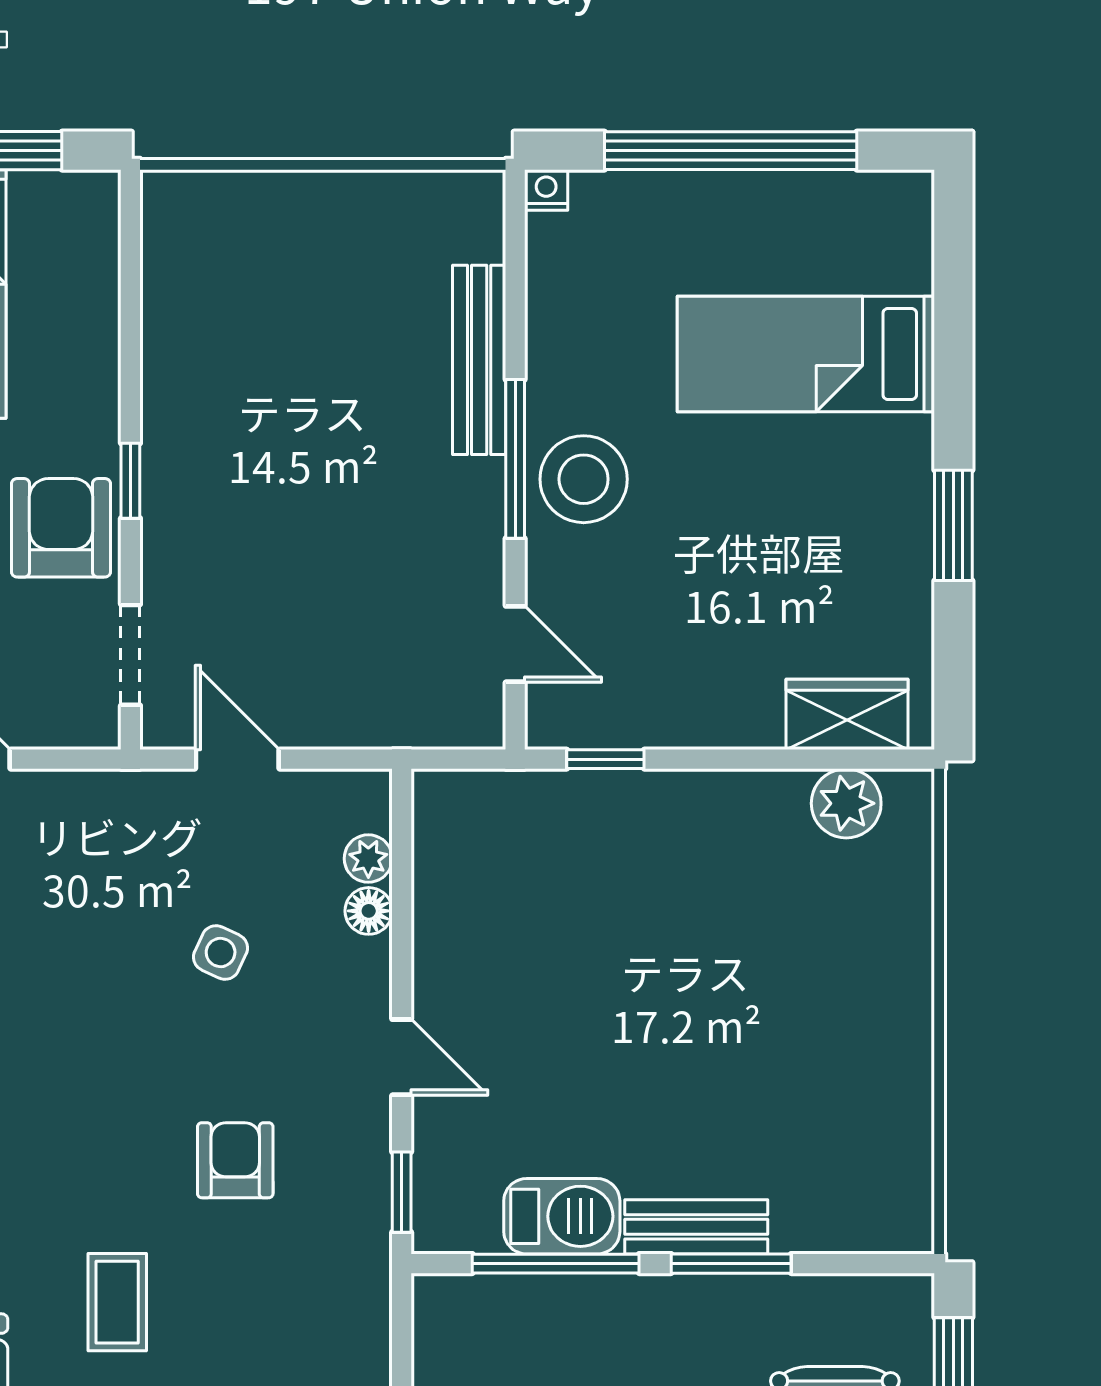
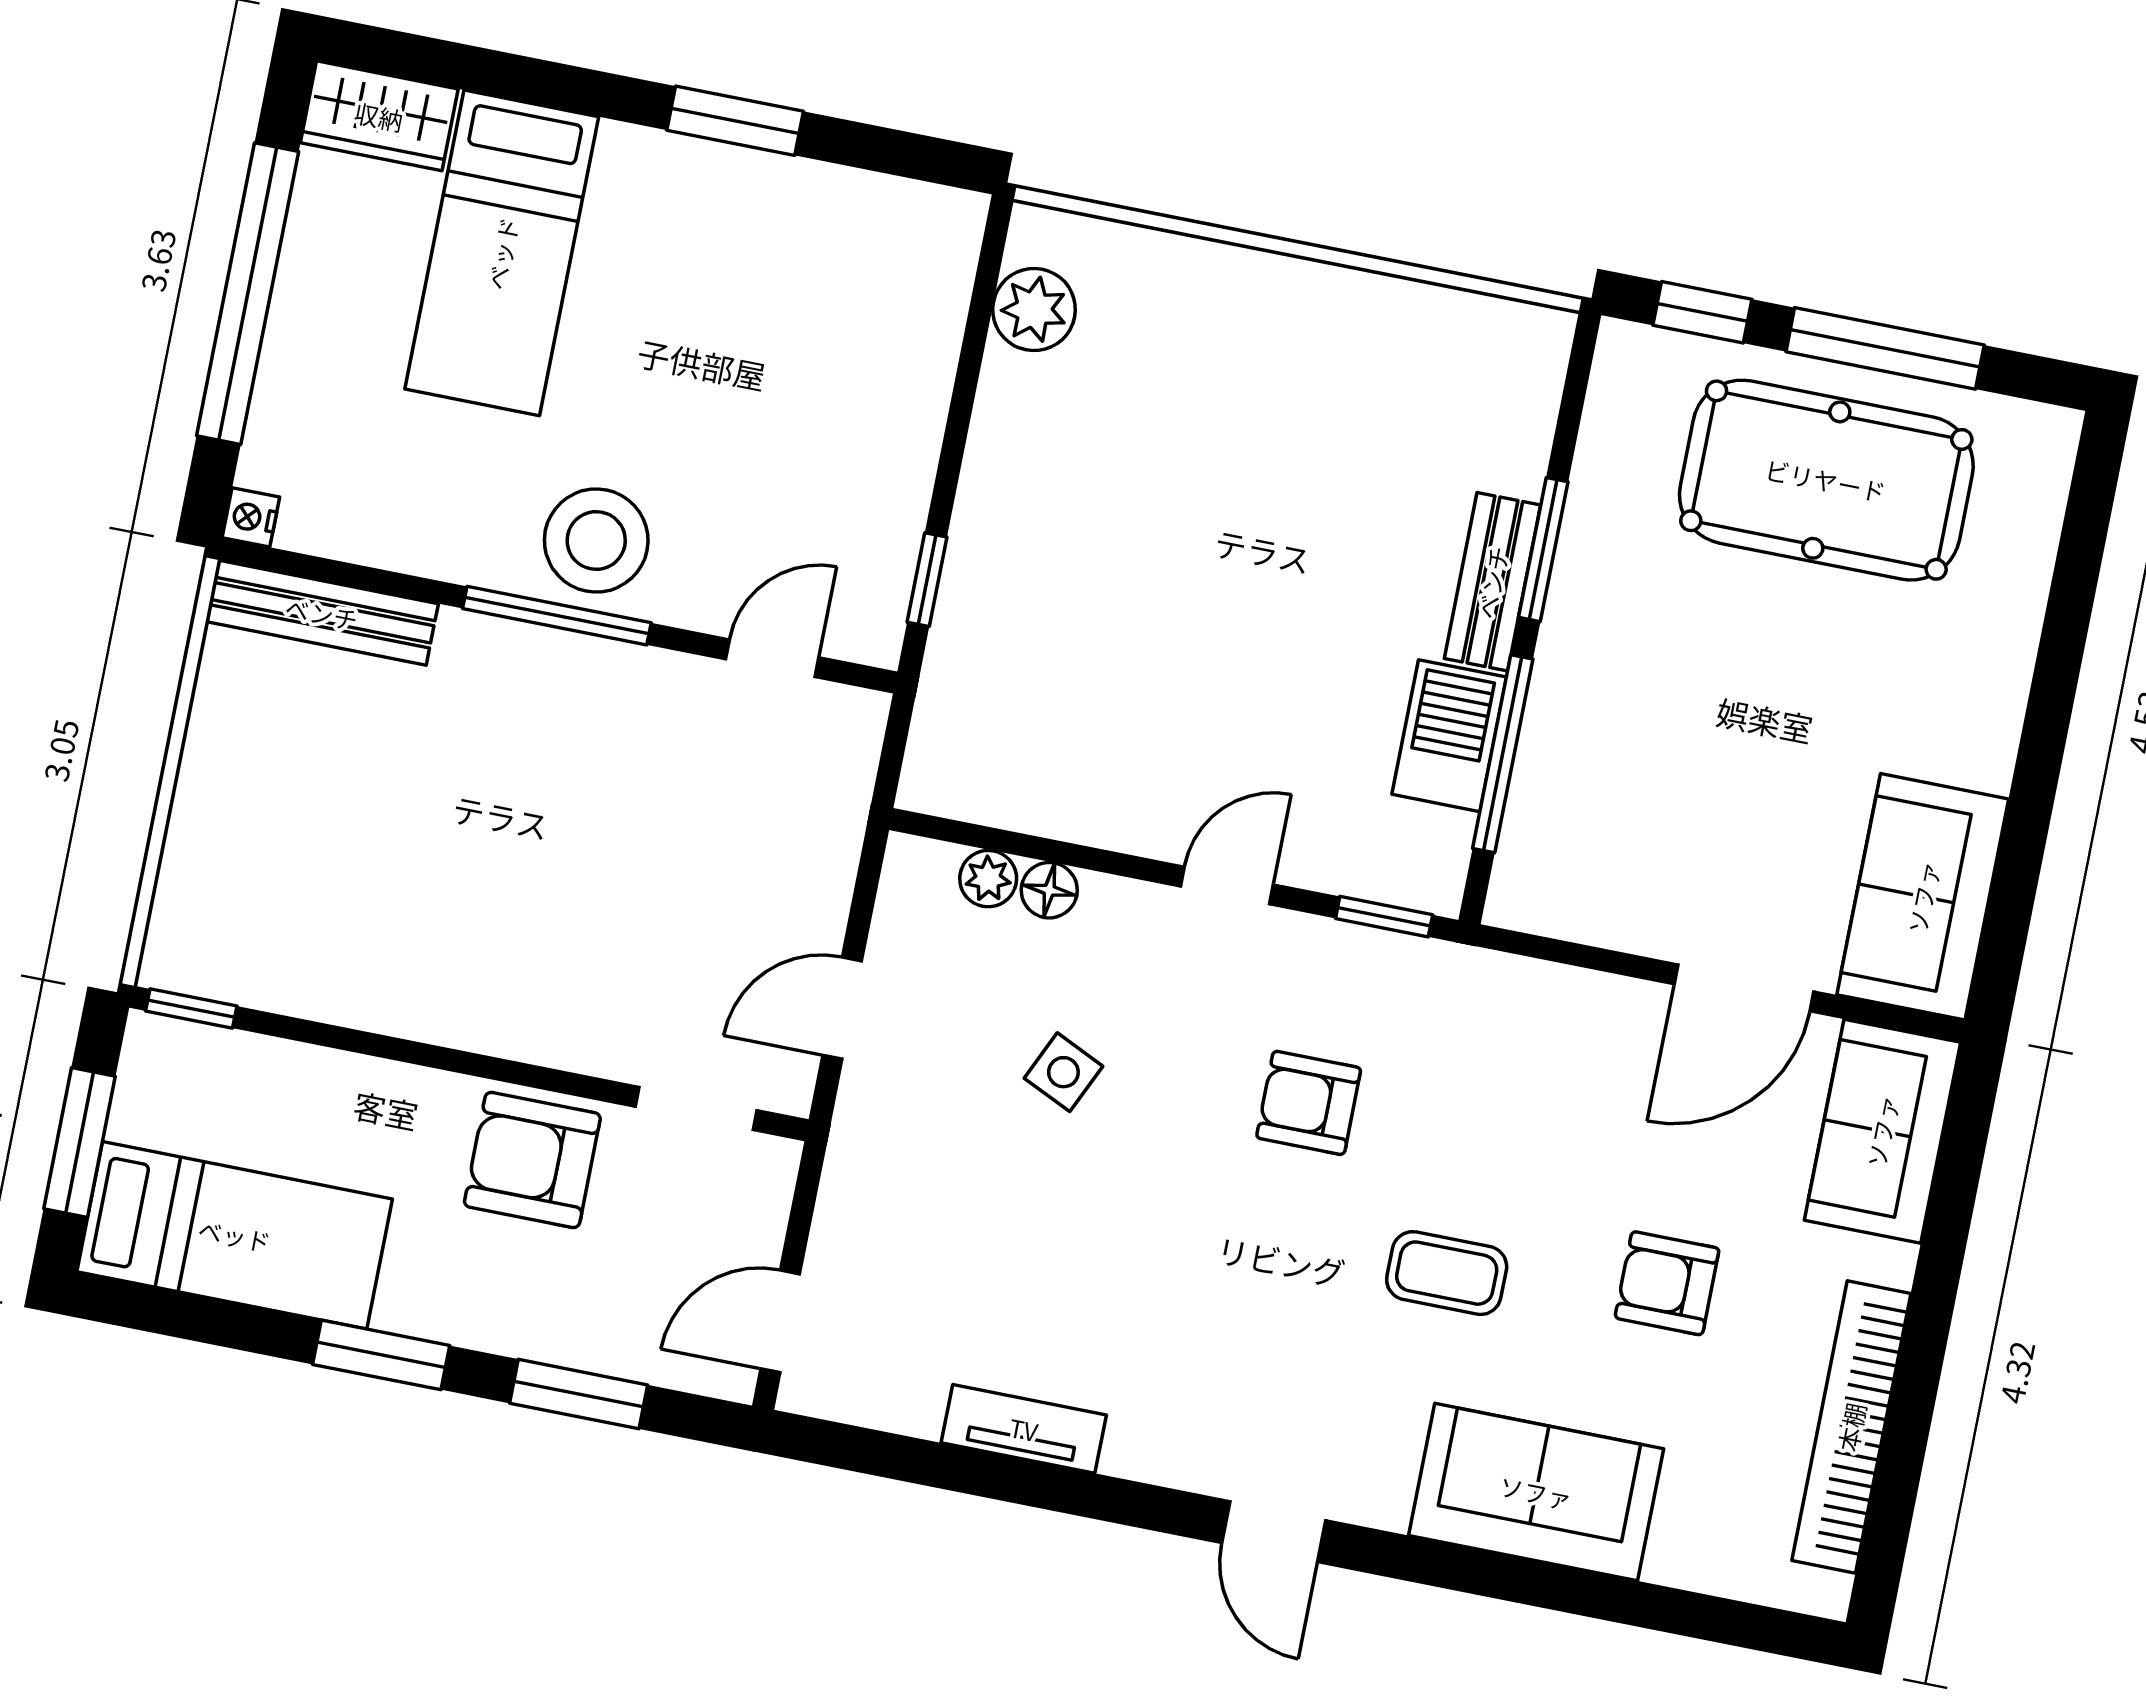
bench: (479, 360) -> (322, 613), moved
window: (130, 481) -> (191, 1008), moved
wardrobe: (847, 714) -> (379, 116), moved, turned -90

